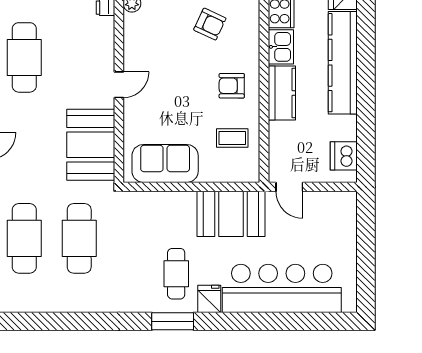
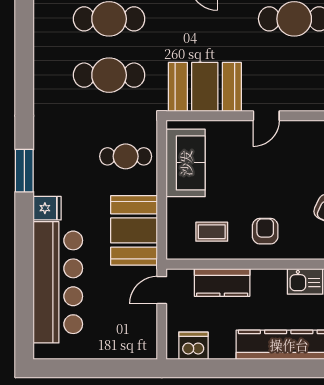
door: (119, 85) -> (266, 116), hinge flipped
kitchen counter: (282, 93) -> (222, 282), moved
coffee table: (232, 138) -> (212, 232), turned 90
cafe table: (176, 274) -> (126, 156), moved

